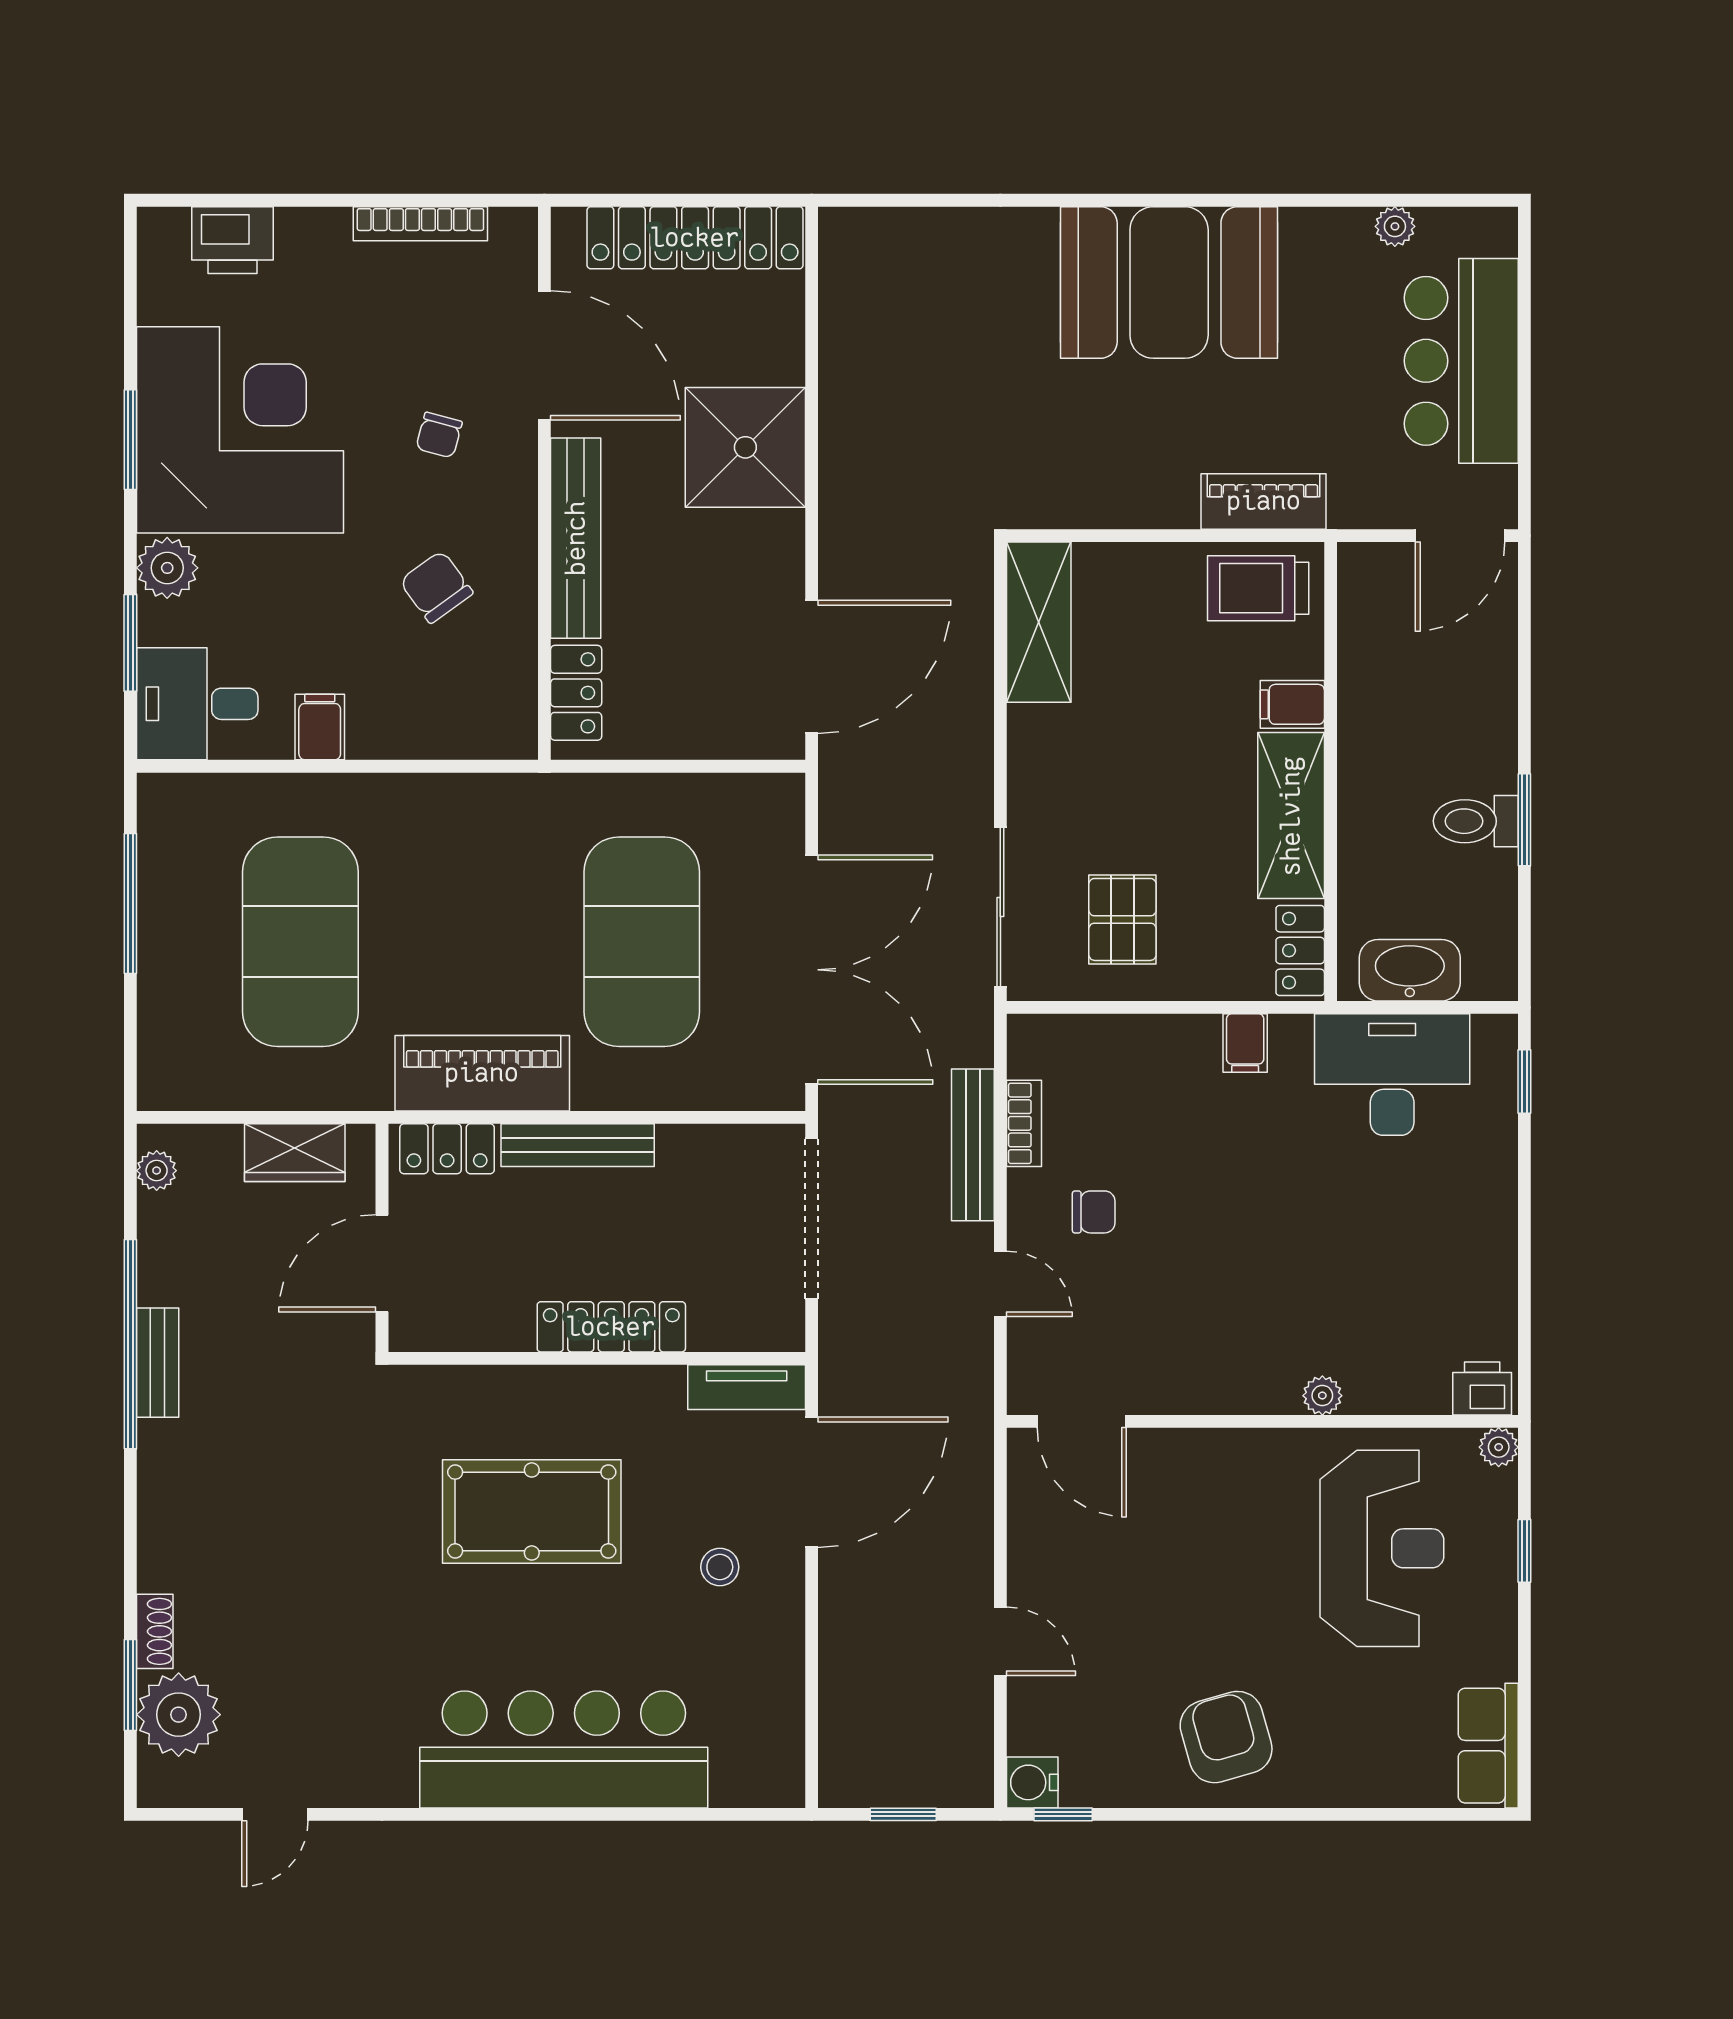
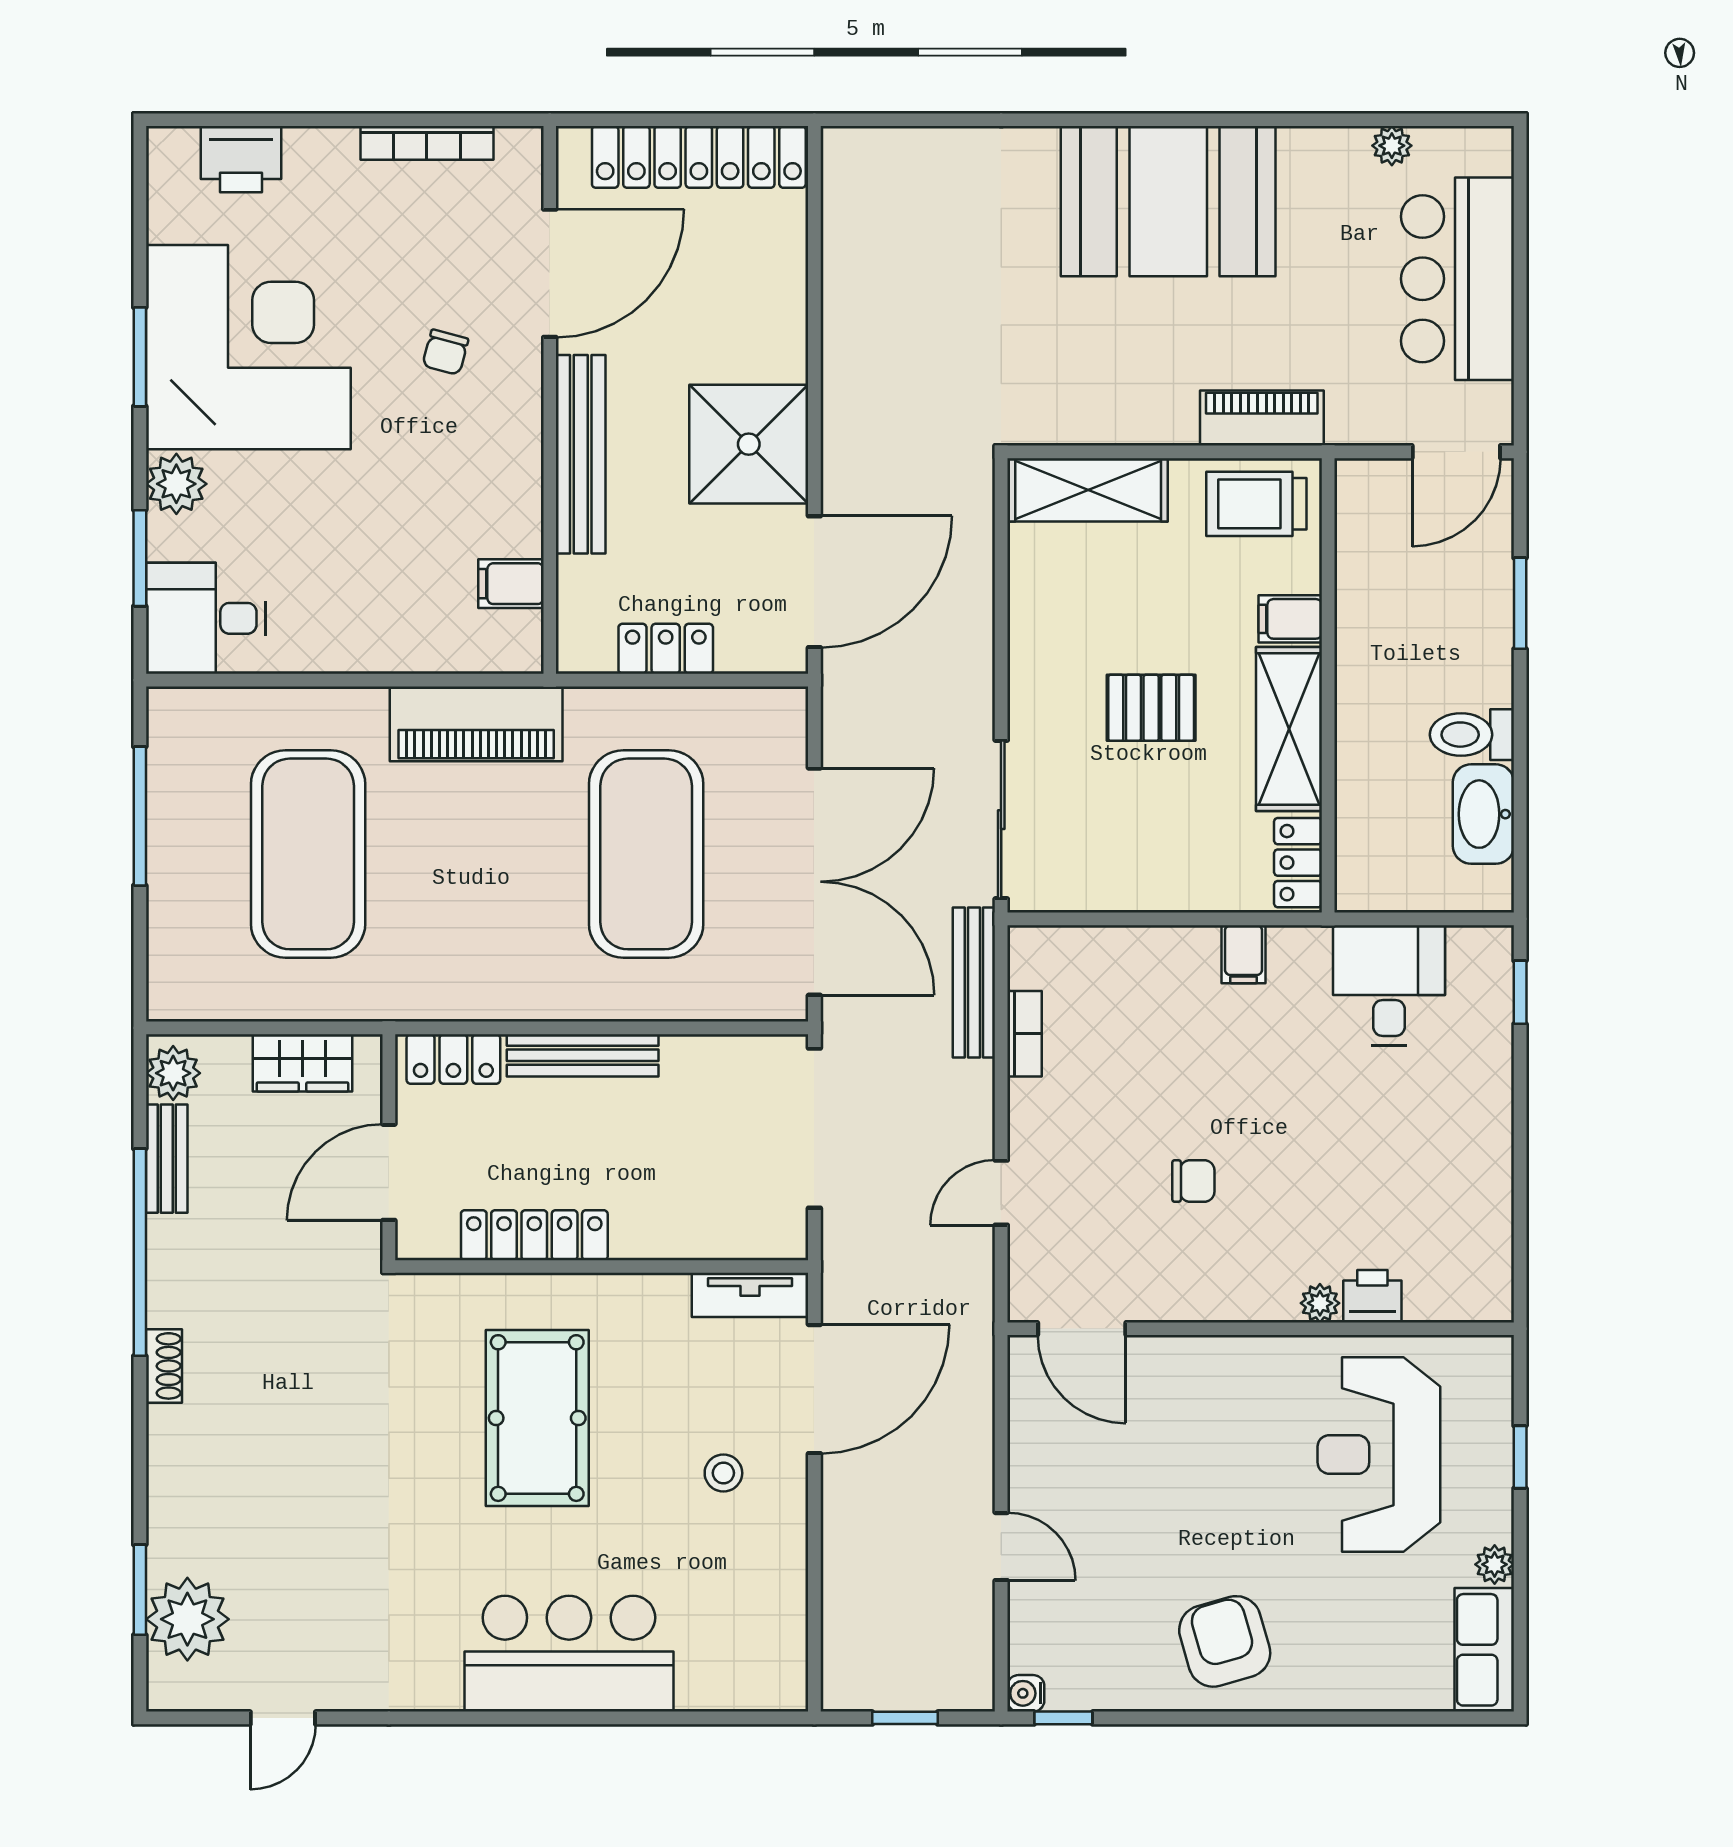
door: (544, 355) -> (550, 273), hinge flipped
shower: (745, 447) -> (749, 444), moved
chair: (436, 587) -> (443, 503), removed
shelving: (1039, 622) -> (1088, 490), moved, turned 90
locker: (576, 693) -> (666, 649), moved, turned -90
filing cabinet: (320, 727) -> (511, 584), moved, turned -90
window: (1524, 820) -> (1520, 603), moved
pallet: (1122, 919) -> (1151, 708), moved, turned 90
washbasin: (1410, 970) -> (1483, 814), moved, turned -90
piano: (482, 1073) -> (476, 724), moved, turned 180
desk: (1392, 1075) -> (1389, 985), width x0.73
bench: (973, 1145) -> (974, 983), moved
plant: (157, 1171) -> (173, 1073), width x1.38, depth x1.38
chair: (1094, 1212) -> (1193, 1181), moved
door: (1000, 1284) -> (1001, 1193), swing flipped
locker: (611, 1327) -> (534, 1235), moved
bench: (158, 1363) -> (167, 1159), moved
printer: (1482, 1388) -> (1372, 1296), moved
plant: (1499, 1447) -> (1495, 1564), moved
pool table: (532, 1511) -> (537, 1418), turned 90
reception desk: (1382, 1548) -> (1379, 1454), turned 180
shoe rack: (155, 1631) -> (164, 1366), moved
bar counter: (564, 1749) -> (569, 1654), width x0.73
water cooler: (1032, 1782) -> (1026, 1693), width x0.72, depth x0.72

